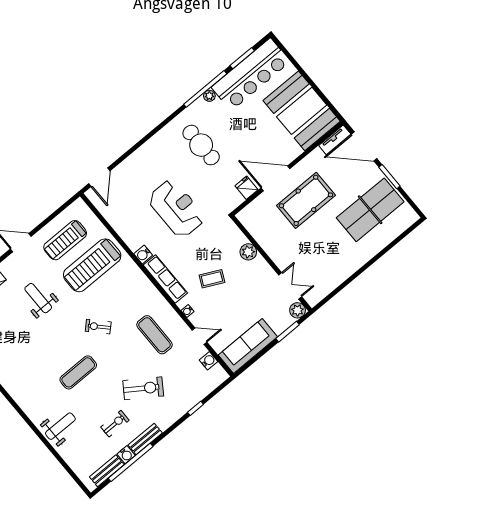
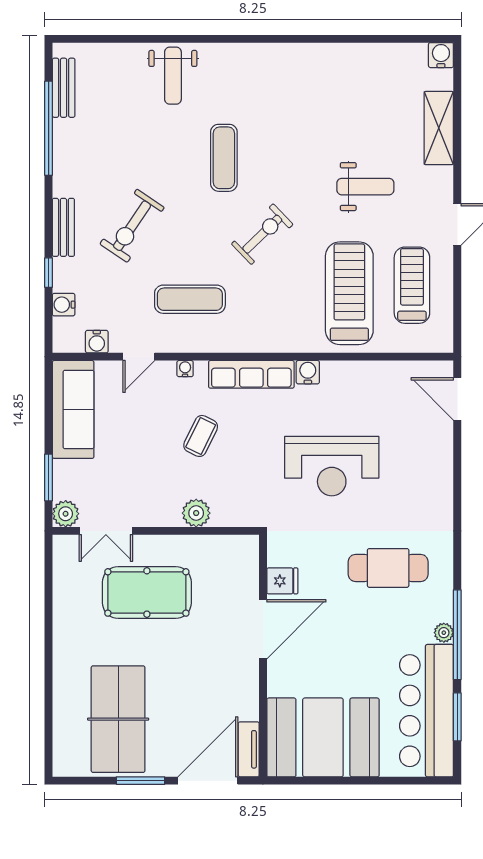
pool table: (306, 200) -> (147, 592), moved, turned 90
exercise bike: (98, 327) -> (262, 234), width x1.38, depth x1.39
exercise bike: (115, 424) -> (116, 150), removed
bench: (145, 439) -> (63, 227), moved
water cooler: (126, 455) -> (64, 305), moved

